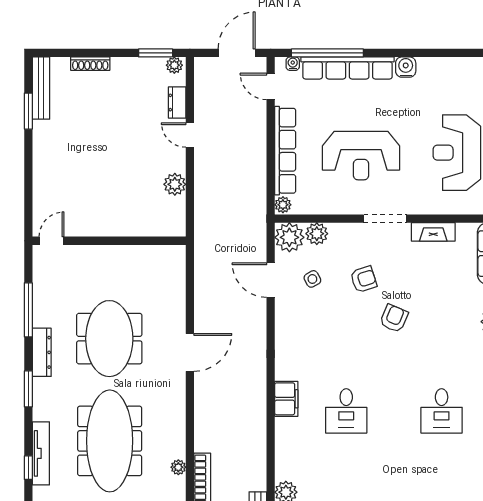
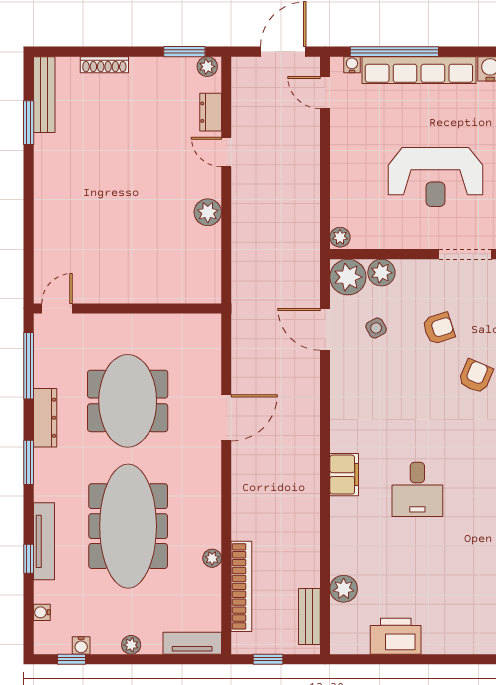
row of seats: (285, 151) -> (343, 171), removed
door: (52, 241) -> (57, 308), moved
wall: (109, 241) -> (127, 308), moved

